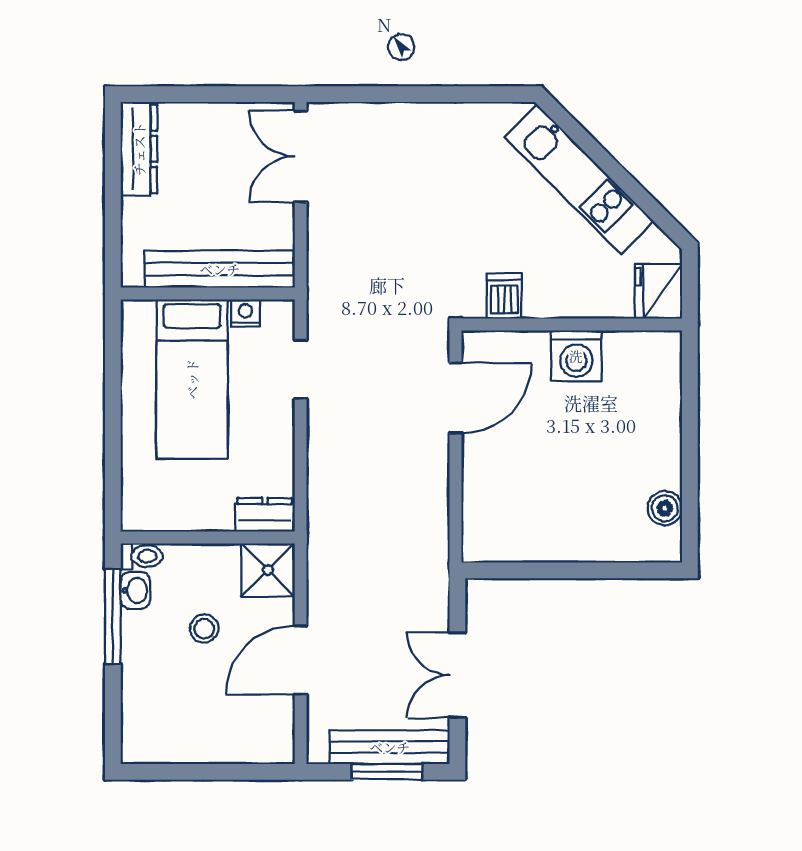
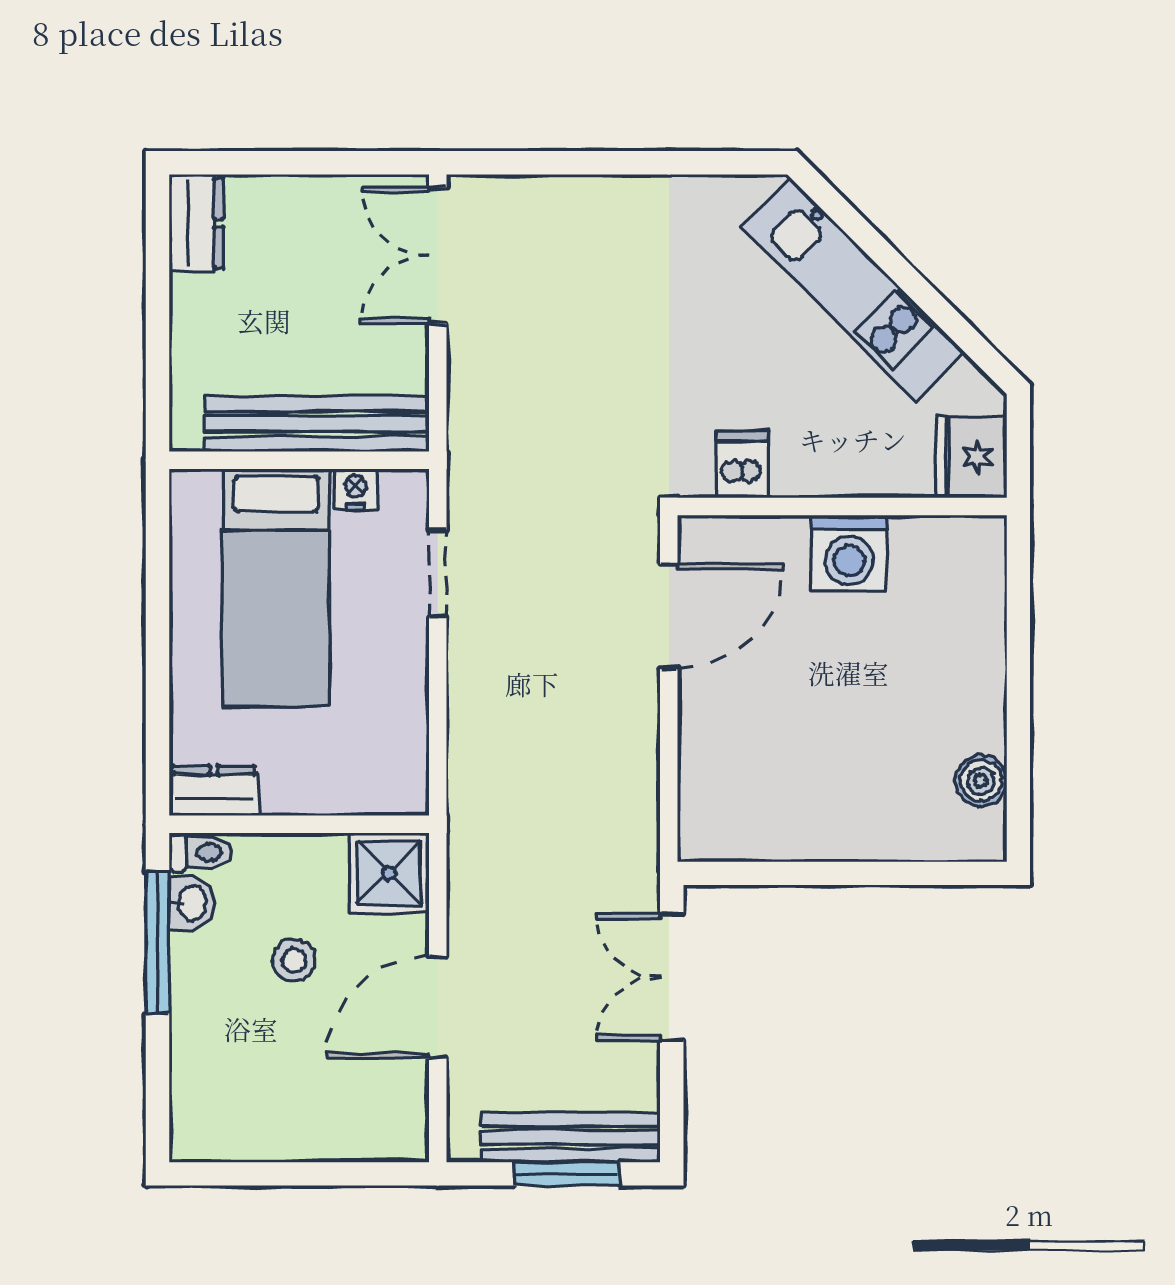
dresser: (139, 149) -> (196, 223), width x0.70
dresser: (265, 515) -> (214, 791), moved
double door: (457, 675) -> (672, 977), moved

